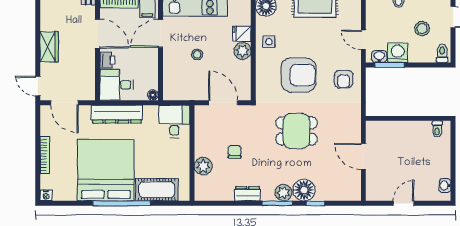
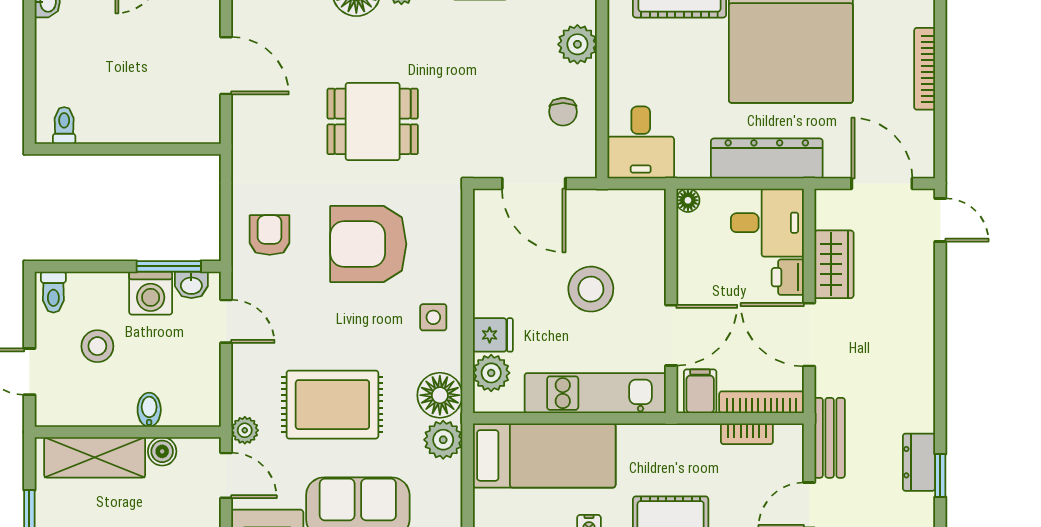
wardrobe: (49, 47) -> (834, 264), moved, turned 180
plant: (243, 51) -> (491, 373), moved
stool: (197, 55) -> (591, 289), width x1.89, depth x1.89
chair: (235, 152) -> (563, 112), moved

